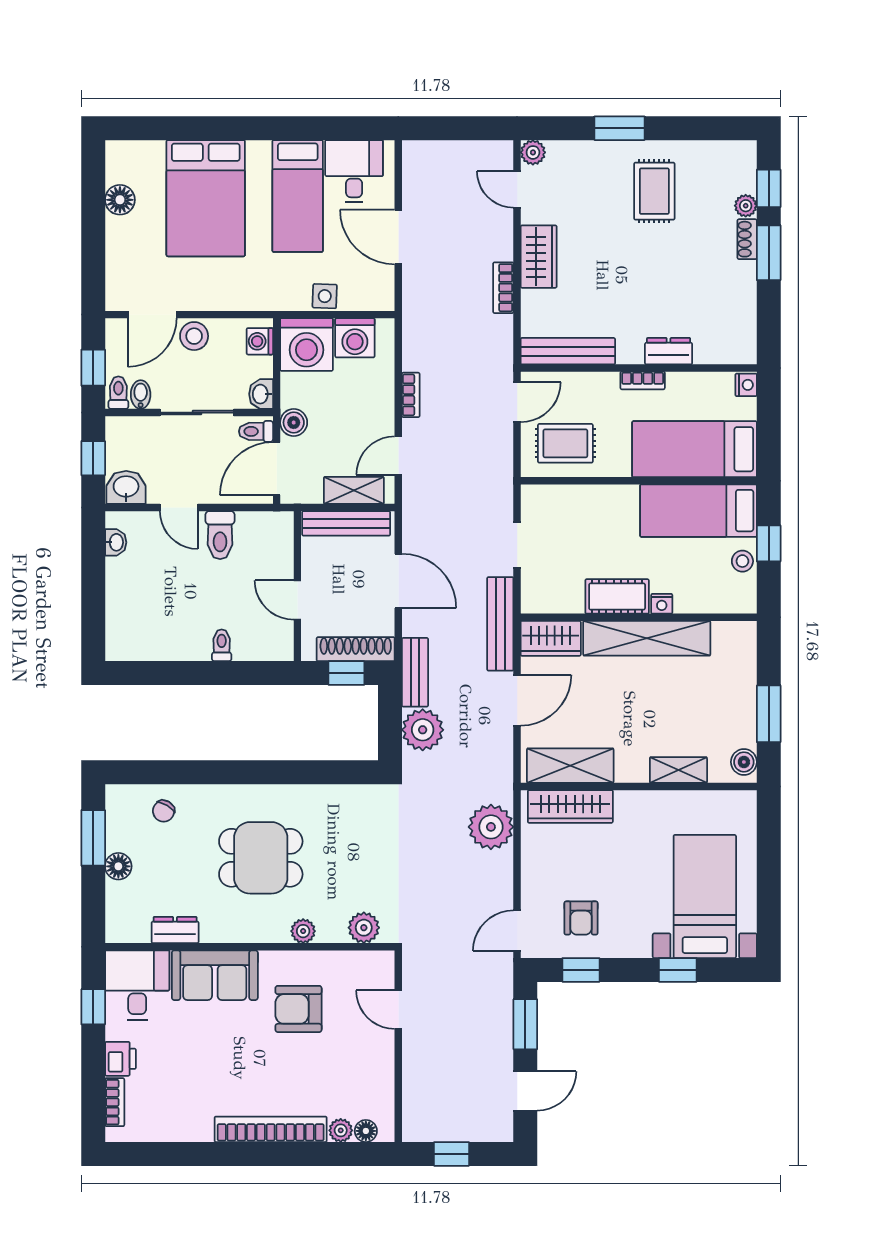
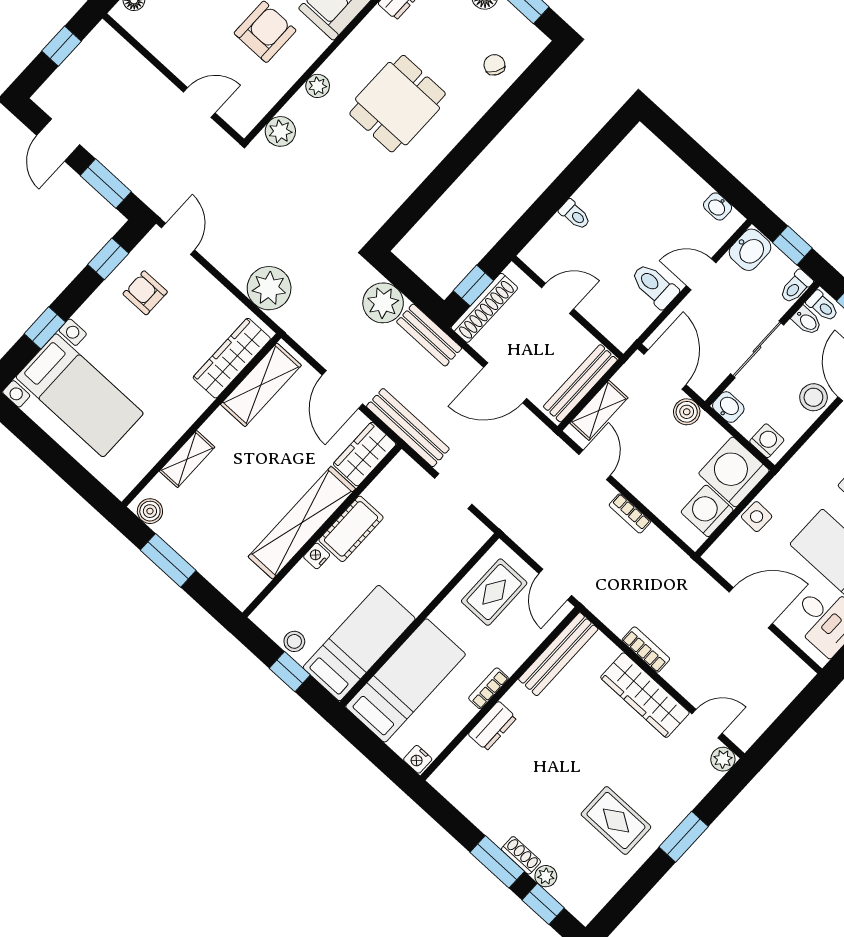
wardrobe: (539, 257) -> (645, 695), width x1.50
toilet: (256, 431) -> (796, 287), moved, turned 180

